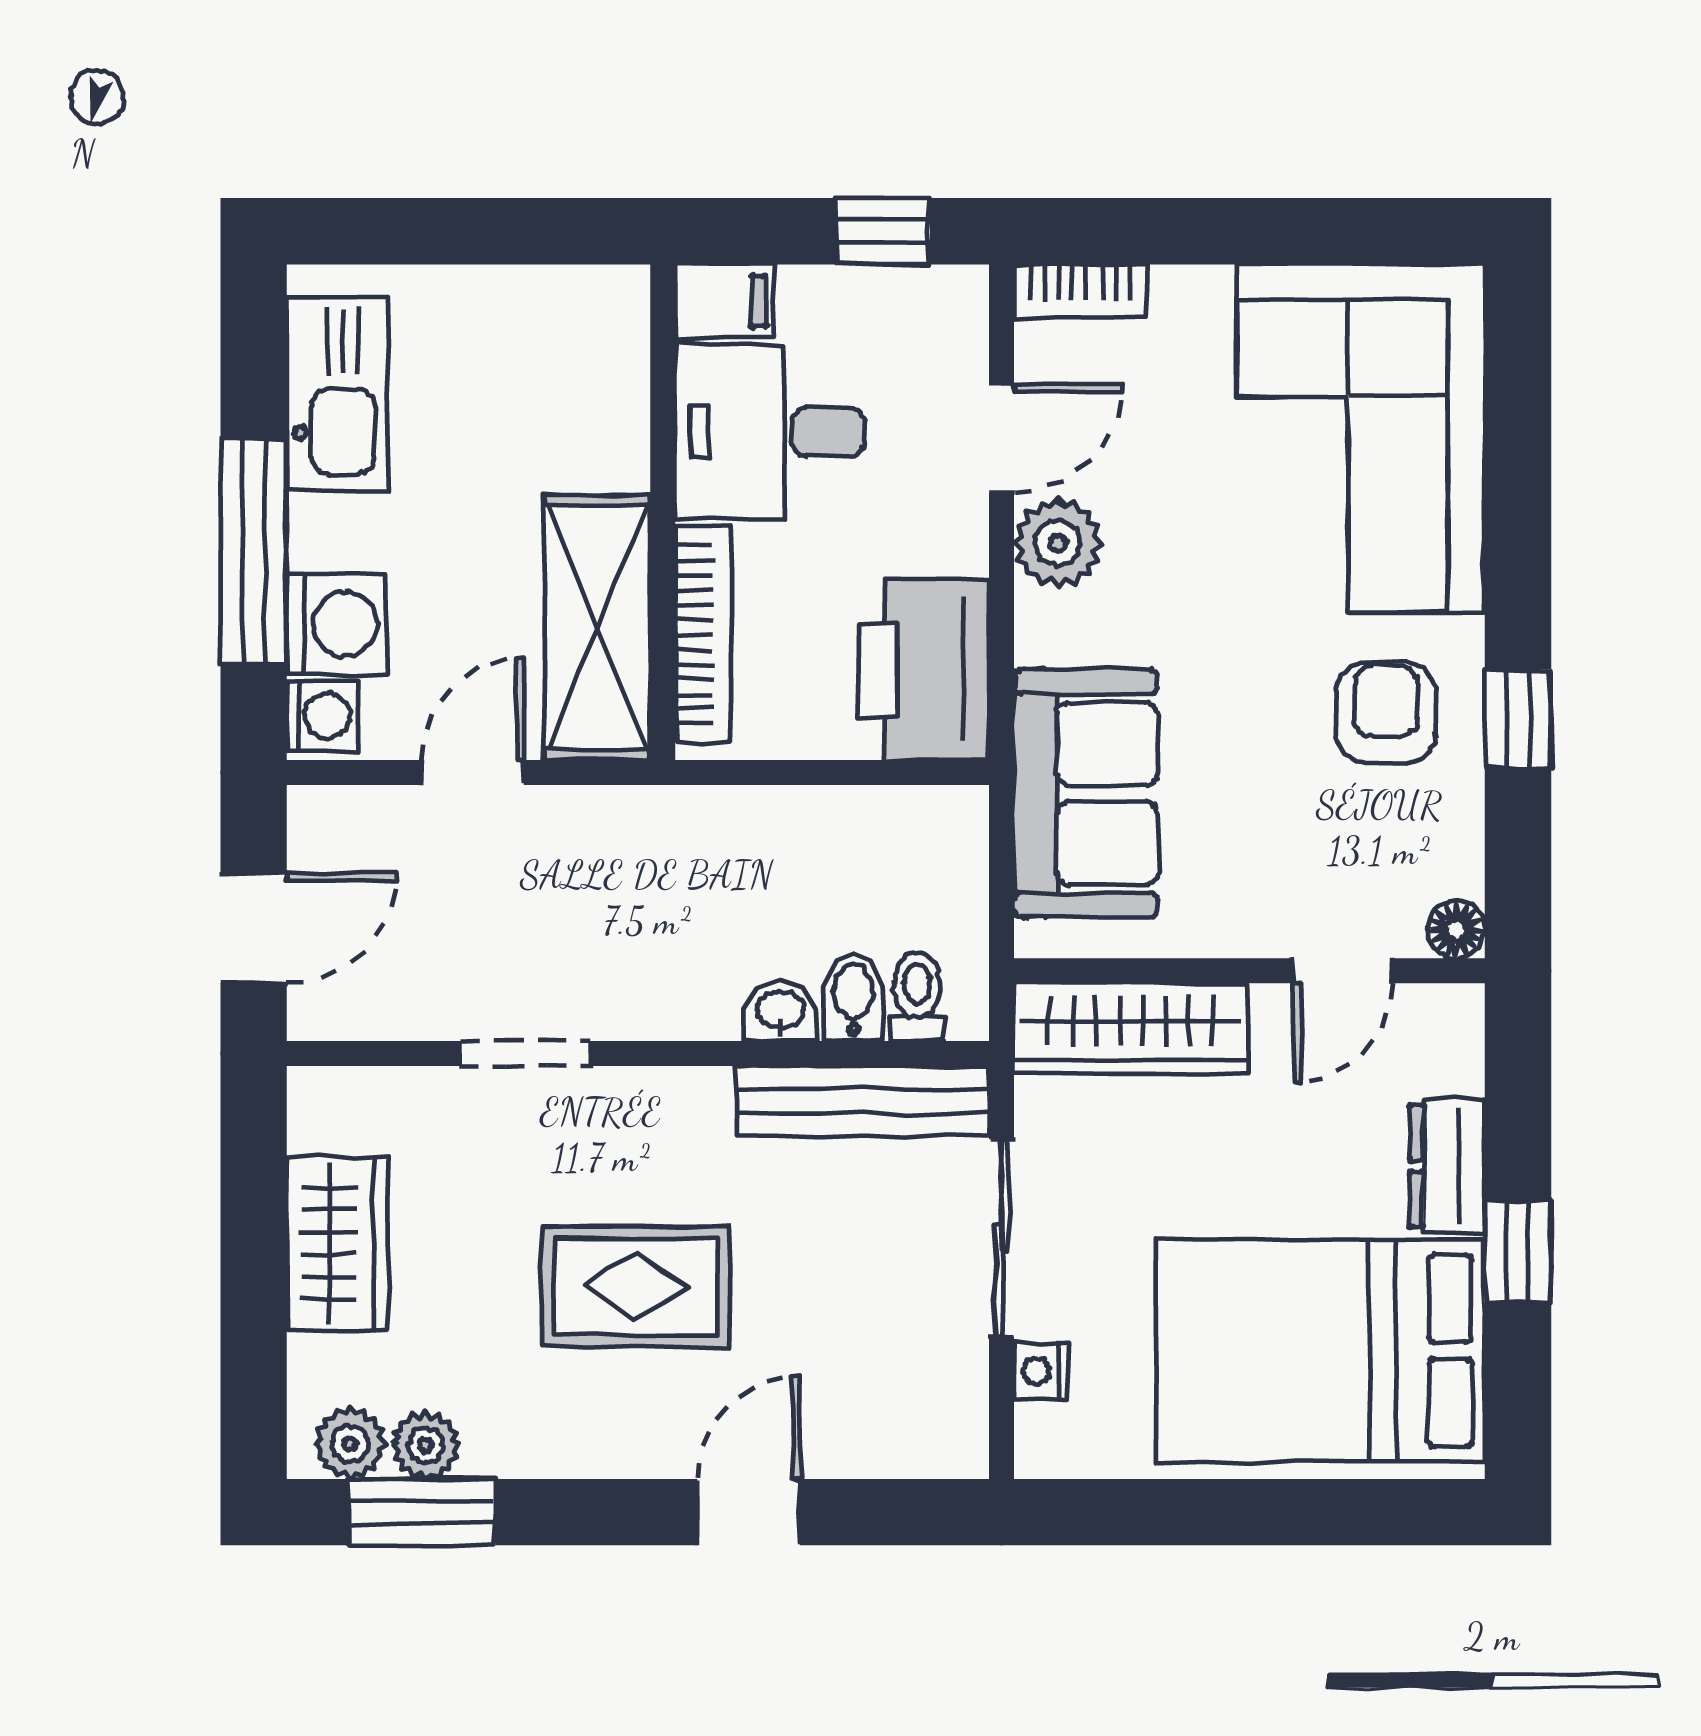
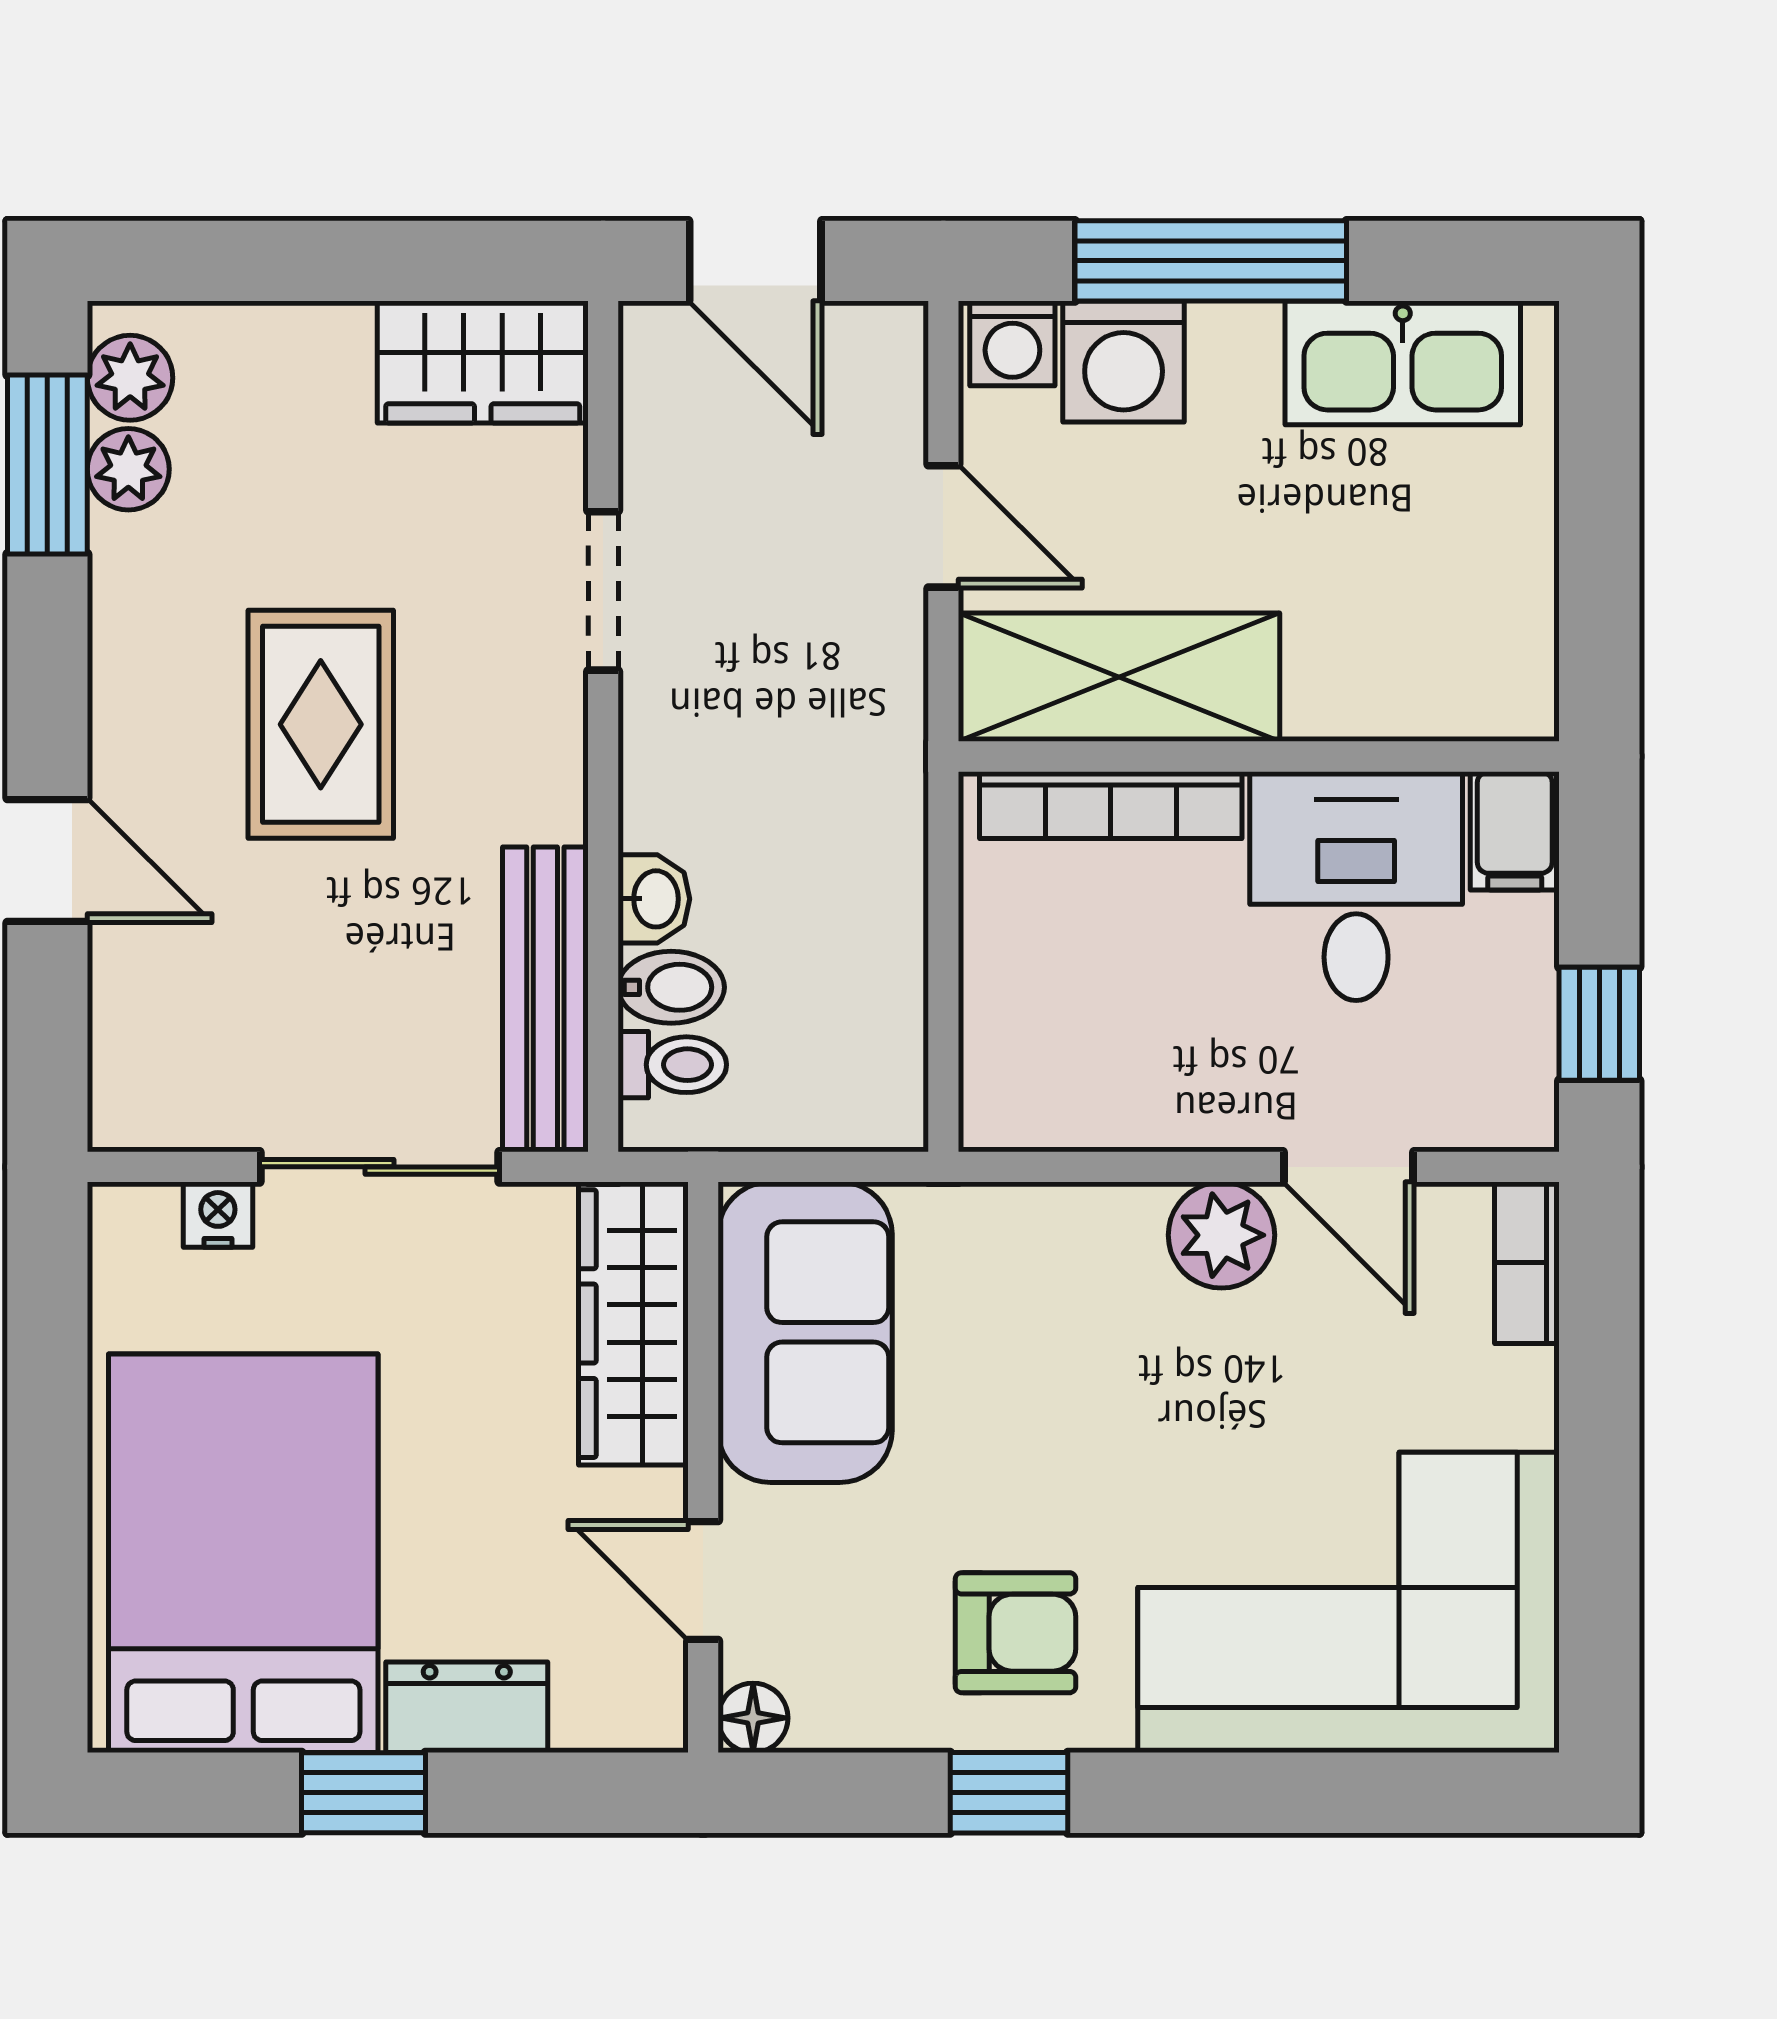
printer: (924, 669) -> (1068, 1073), removed
sofa: (1086, 793) -> (805, 1332), moved, turned -90
wardrobe: (337, 1243) -> (483, 362), moved

